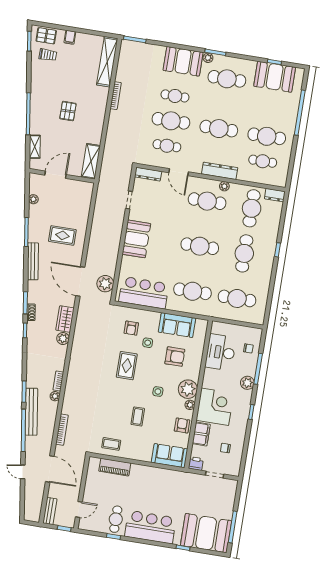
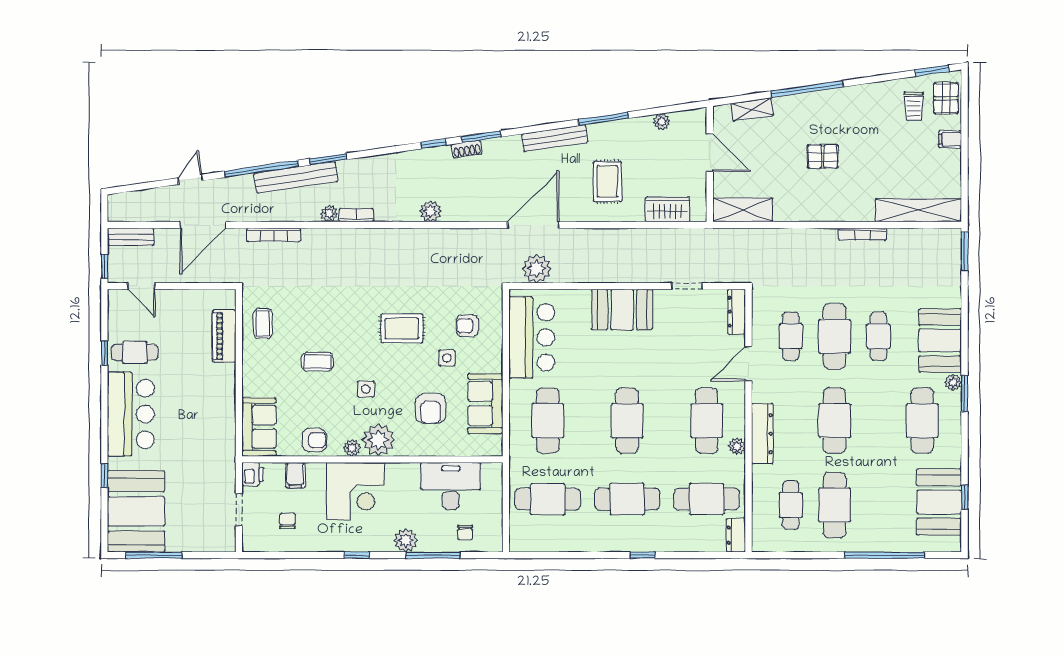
cafe table: (237, 298) -> (548, 499), turned 90
wardrobe: (65, 319) -> (668, 209), moved
filing cabinet: (201, 434) -> (295, 475), width x0.50

